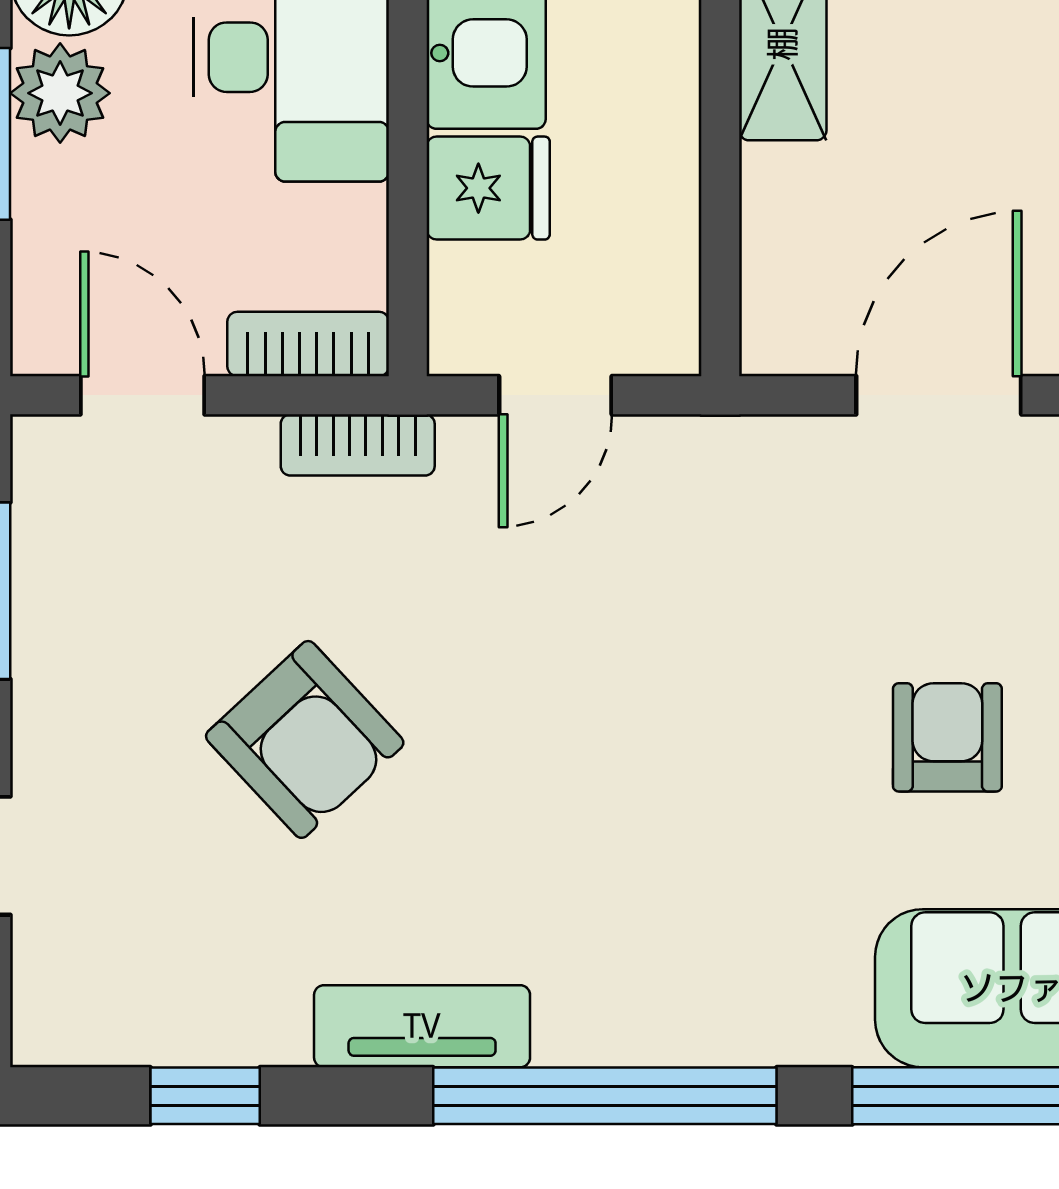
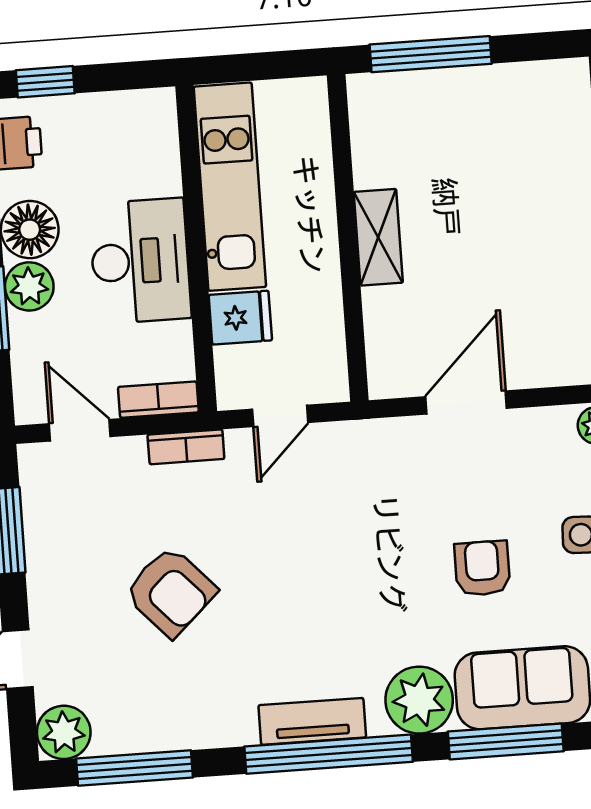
plant: (799, 998) -> (419, 700), added
plant: (65, 1012) -> (64, 732), added
tv unit: (422, 1026) -> (312, 721), moved
window: (205, 1096) -> (135, 768), width x2.17

